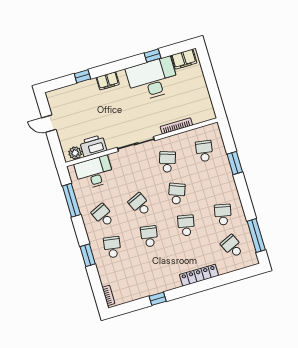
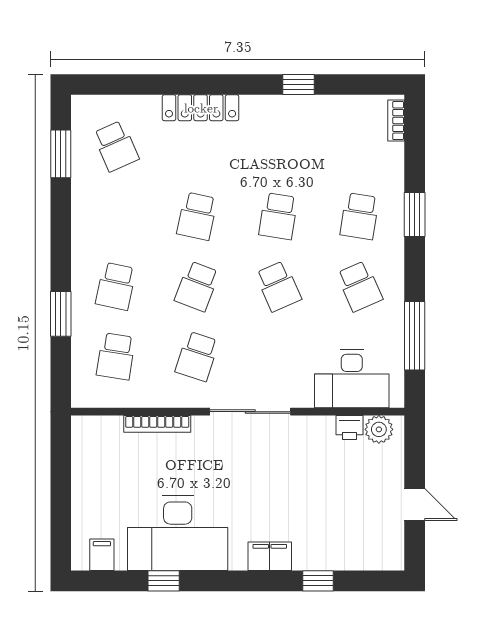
filing cabinet: (184, 59) -> (102, 555), width x0.50
printer: (93, 146) -> (350, 428), width x0.53, depth x0.68
school desk: (223, 215) -> (116, 286), moved
window: (256, 236) -> (61, 154), width x0.69

